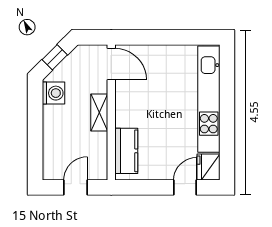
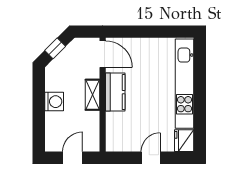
washing machine: (54, 93) -> (54, 102), moved
kitchen counter: (126, 151) -> (115, 92), moved
door: (185, 187) -> (151, 158), moved

